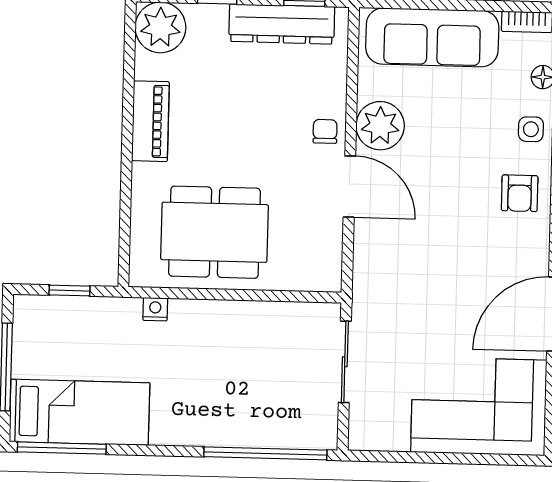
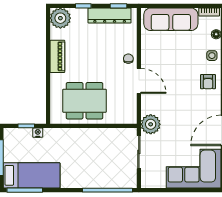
plant: (380, 126) -> (151, 124), moved
nightstand: (155, 309) -> (38, 133), moved

